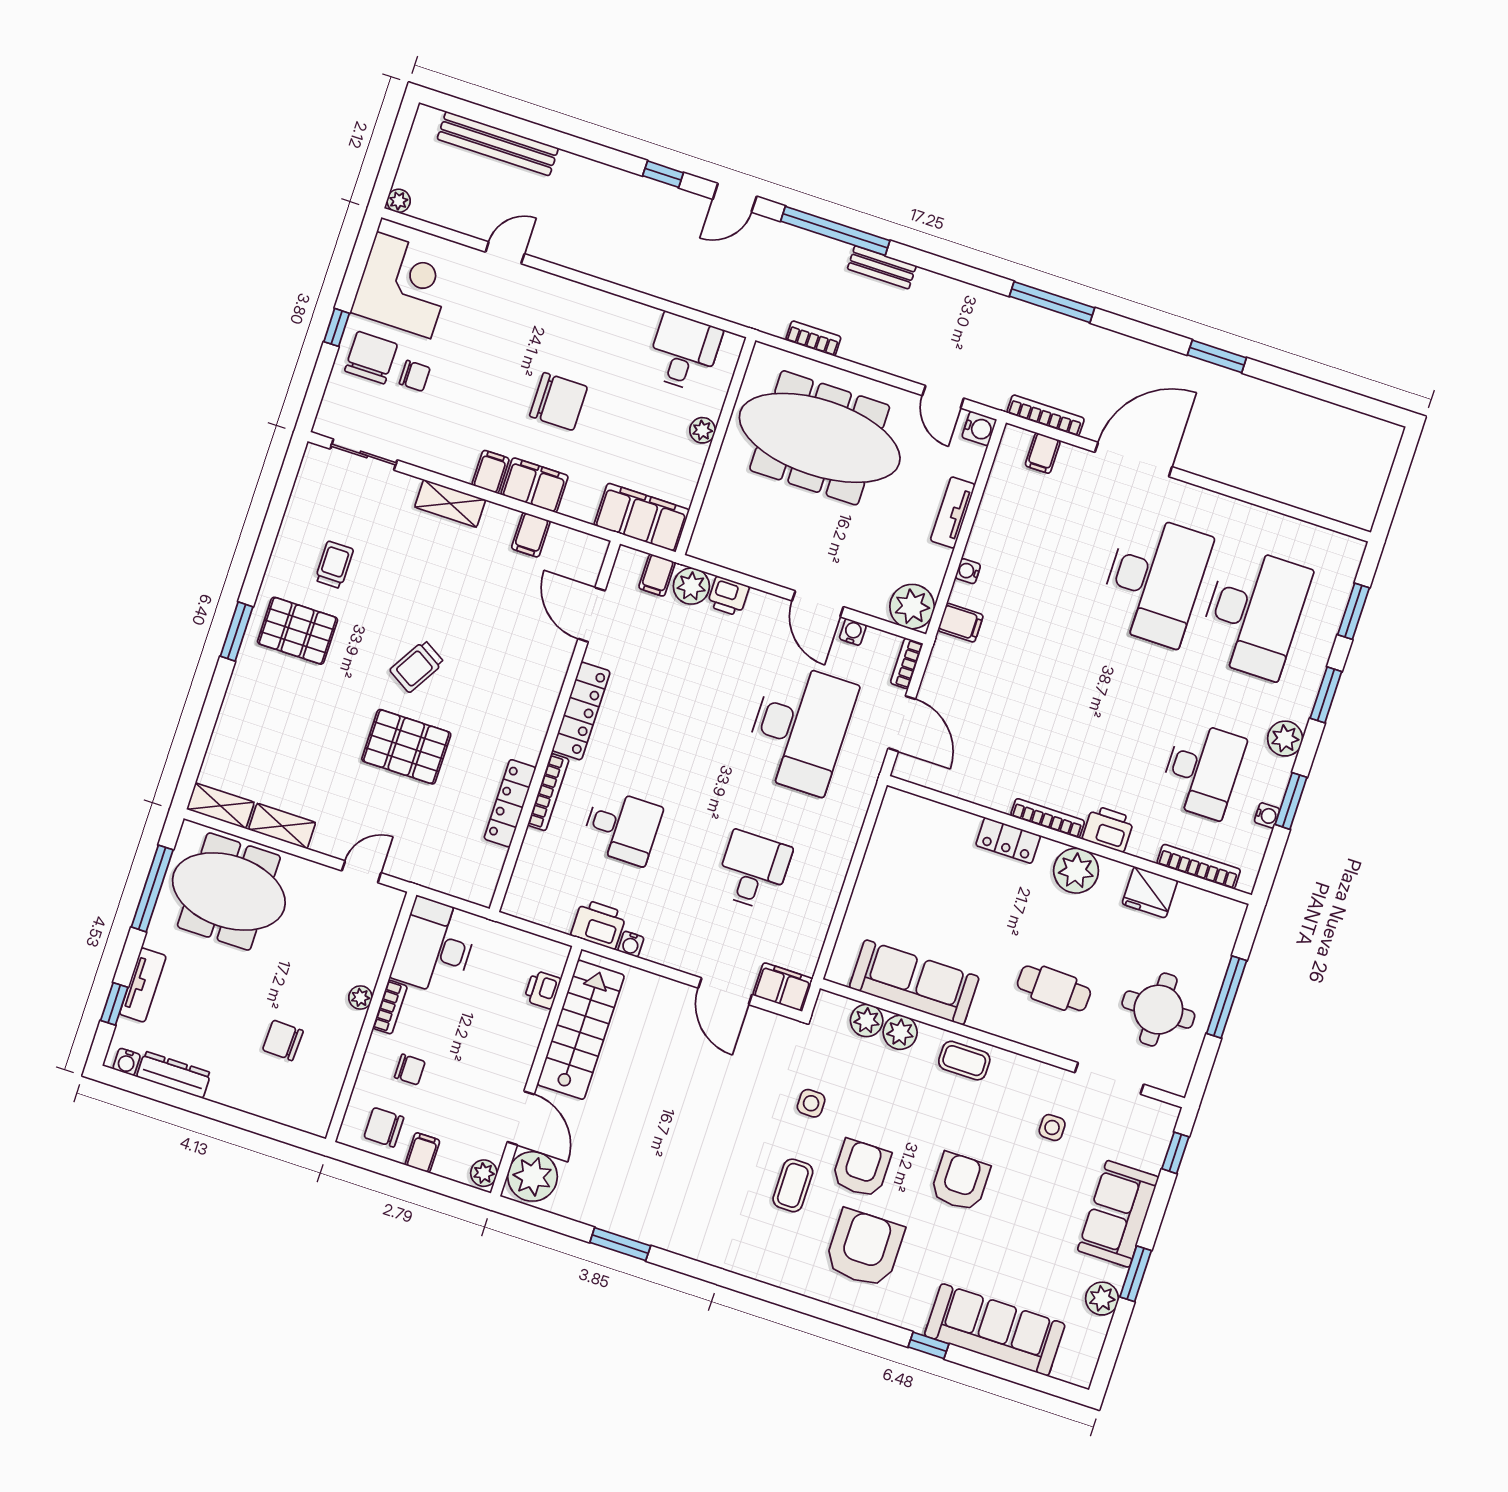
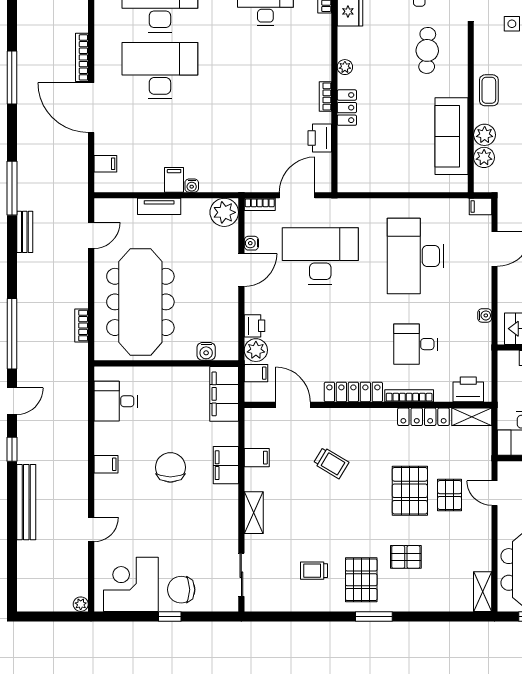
bench: (498, 144) -> (26, 502), moved
door: (735, 198) -> (12, 401), hinge flipped
door: (505, 253) -> (91, 529), swing flipped
bench: (882, 267) -> (25, 232), moved
window: (1217, 356) -> (12, 78), width x1.44
chair: (415, 376) -> (184, 560), removed
bookcase: (1046, 415) -> (82, 57), moved
water cooler: (979, 428) -> (206, 351), moved, turned 180
plant: (703, 430) -> (159, 374), removed
filing cabinet: (491, 472) -> (106, 464), moved, turned 180
door: (592, 615) -> (293, 405), swing flipped
filing cabinet: (960, 623) -> (174, 180), moved
trolley: (417, 666) -> (331, 463), moved
pallet: (310, 708) -> (406, 557), added
pallet: (381, 804) -> (450, 495), added
bookcase: (1048, 818) -> (325, 96), width x0.64
shelving: (282, 826) -> (472, 417), moved, turned 90
desk: (622, 827) -> (416, 344), turned -90
printer: (1108, 829) -> (320, 138), moved
desk: (753, 870) -> (416, 256), width x1.87, depth x1.30
plant: (1076, 871) -> (345, 67), width x0.53, depth x0.53
printer: (599, 924) -> (468, 389), moved, turned 90
filing cabinet: (783, 987) -> (480, 207), width x0.50

